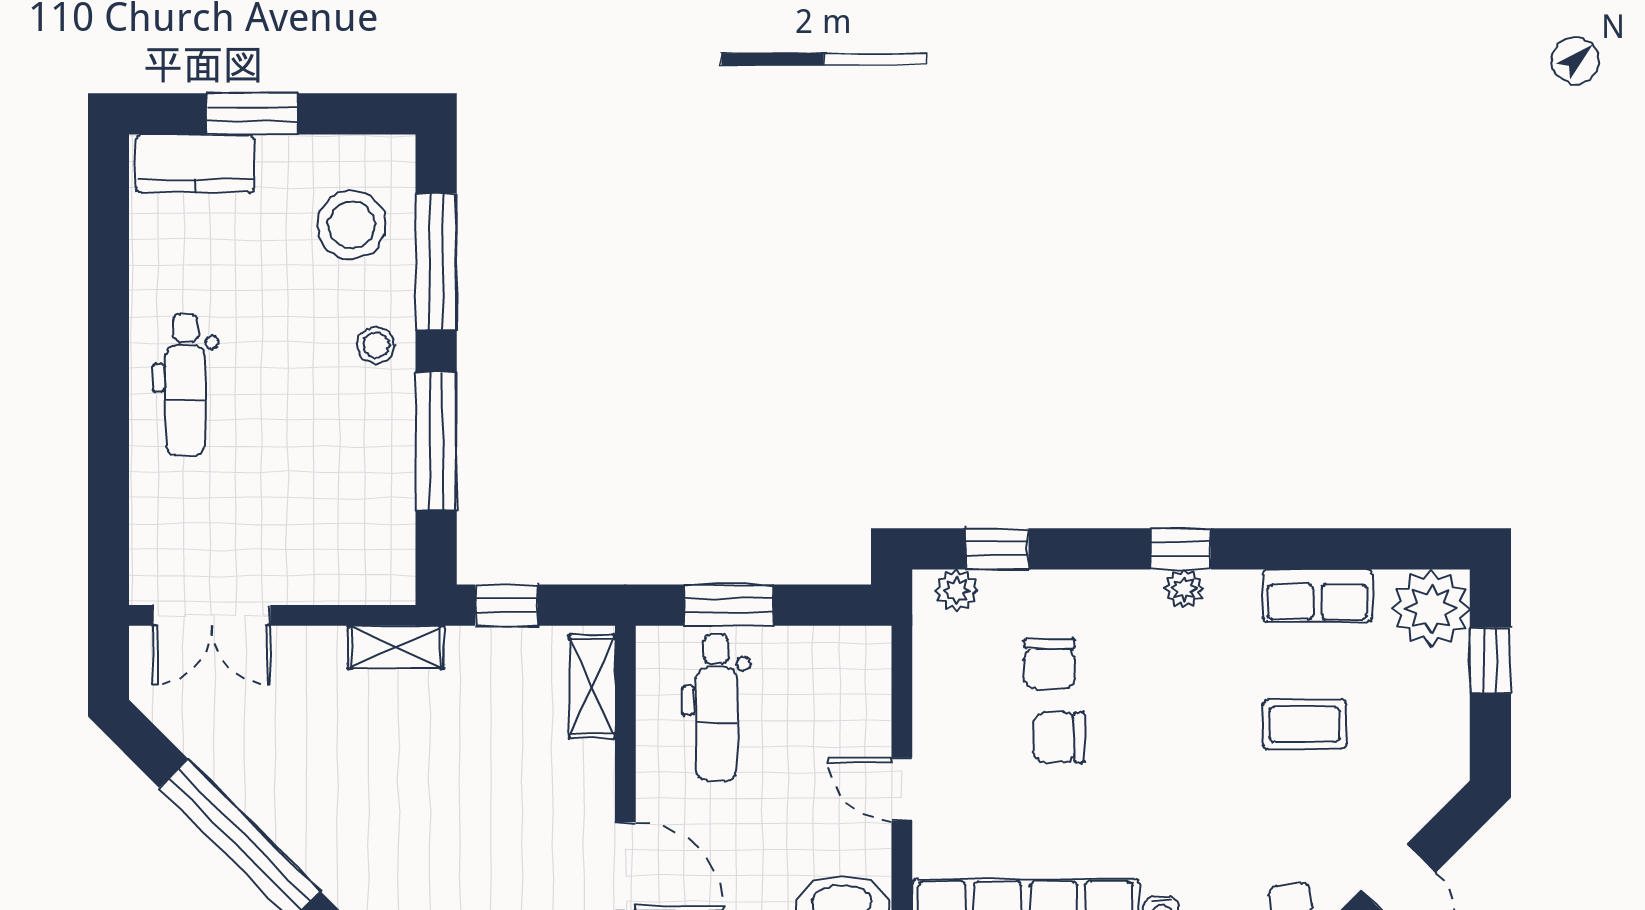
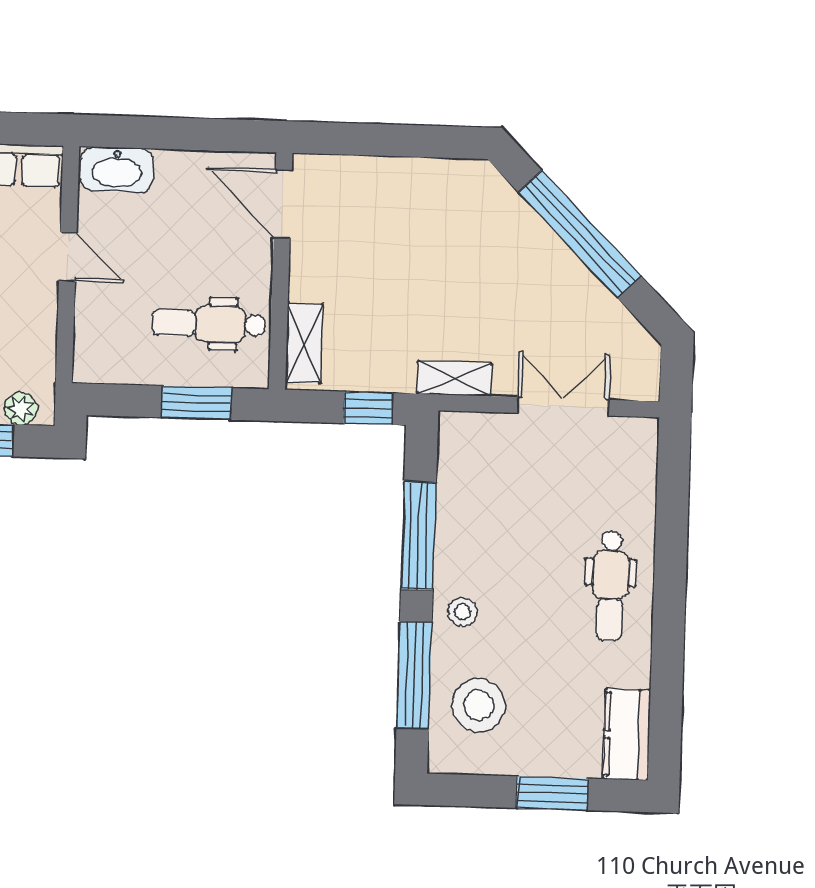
kitchen counter: (195, 164) -> (627, 734), moved, turned -90
dental chair: (185, 385) -> (610, 586), turned 180
double door: (212, 615) -> (563, 406), moved
dental chair: (716, 708) -> (209, 324), turned -90

